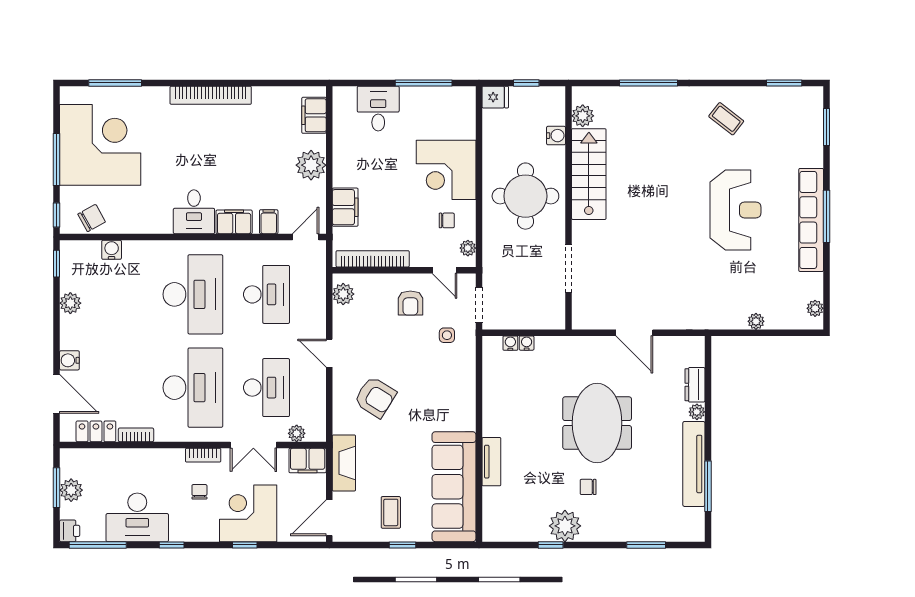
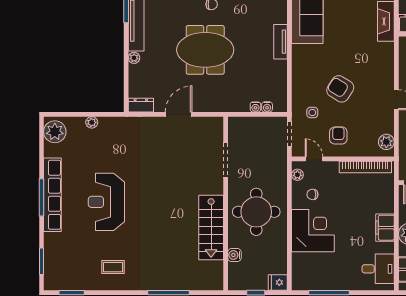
desk: (378, 109) -> (378, 269), moved, turned -90
plant: (583, 116) -> (215, 269), removed
coffee table: (726, 119) -> (113, 267), turned -38
filing cabinet: (345, 207) -> (385, 228), moved
plant: (815, 308) -> (55, 132), width x1.87, depth x1.87
door: (634, 333) -> (179, 114), hinge flipped
dresser: (695, 385) -> (141, 105), moved, turned -90
armchair: (375, 397) -> (340, 89), moved
meeting table: (597, 423) -> (205, 50), turned 90
tv unit: (491, 462) -> (281, 42), moved

